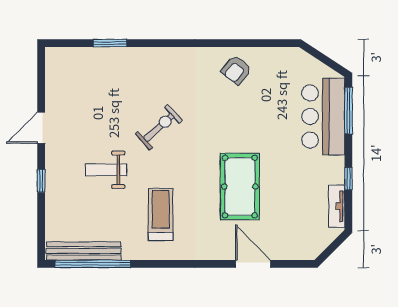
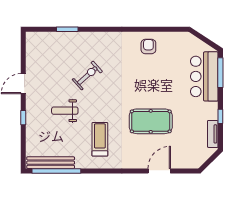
armchair: (236, 70) -> (148, 46), turned 141
exercise bike: (159, 127) -> (87, 76), moved
pool table: (240, 187) -> (151, 121), turned 90
door: (253, 264) -> (159, 171), hinge flipped

